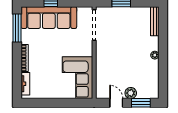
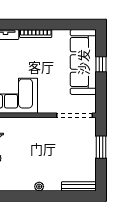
window: (17, 28) -> (71, 25), removed

